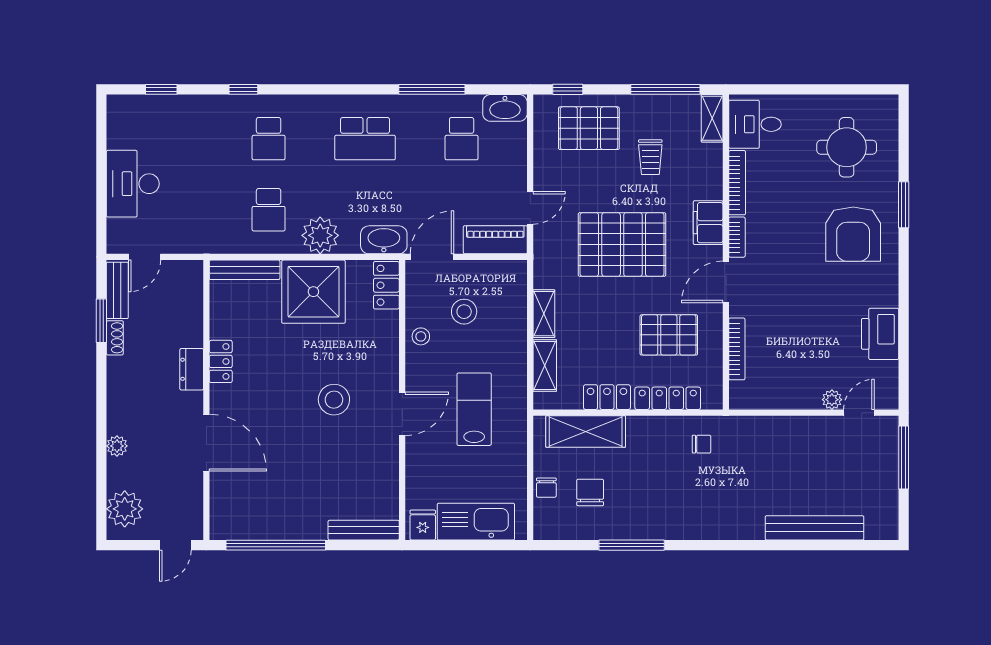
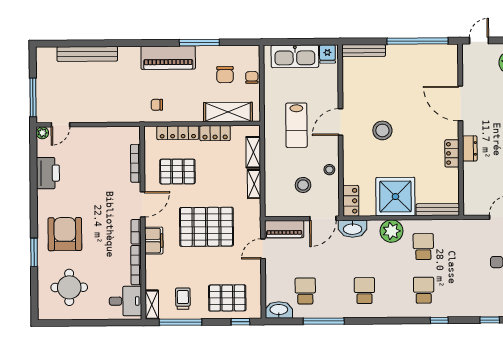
school desk: (365, 139) -> (364, 291), width x0.54
trolley: (650, 157) -> (183, 299), moved
plant: (832, 400) -> (42, 133), moved
piano: (683, 521) -> (168, 58), added

